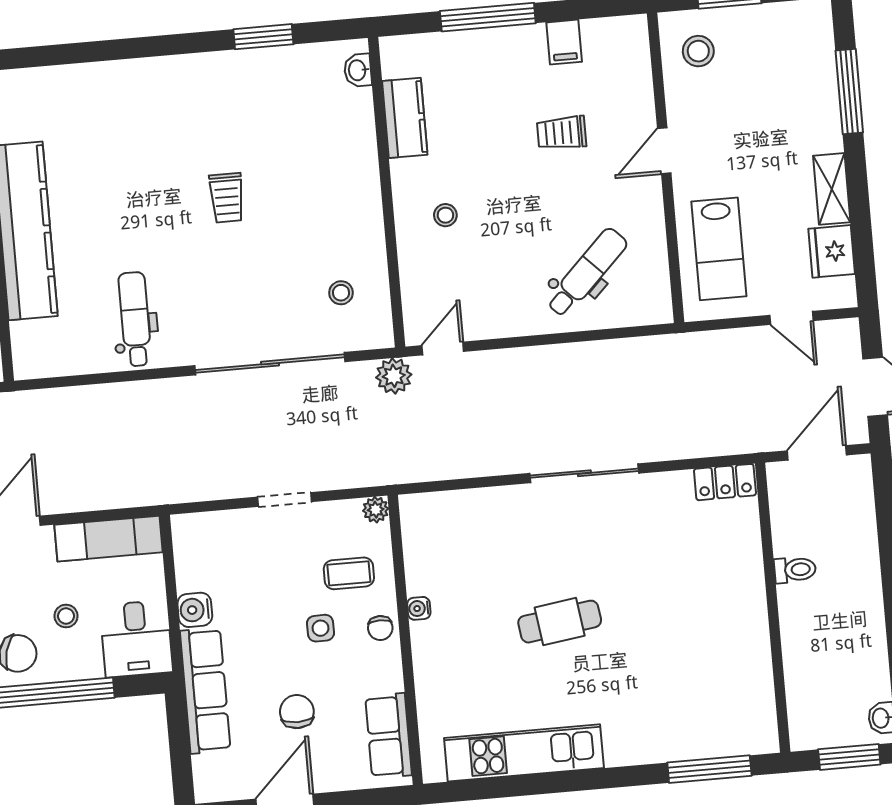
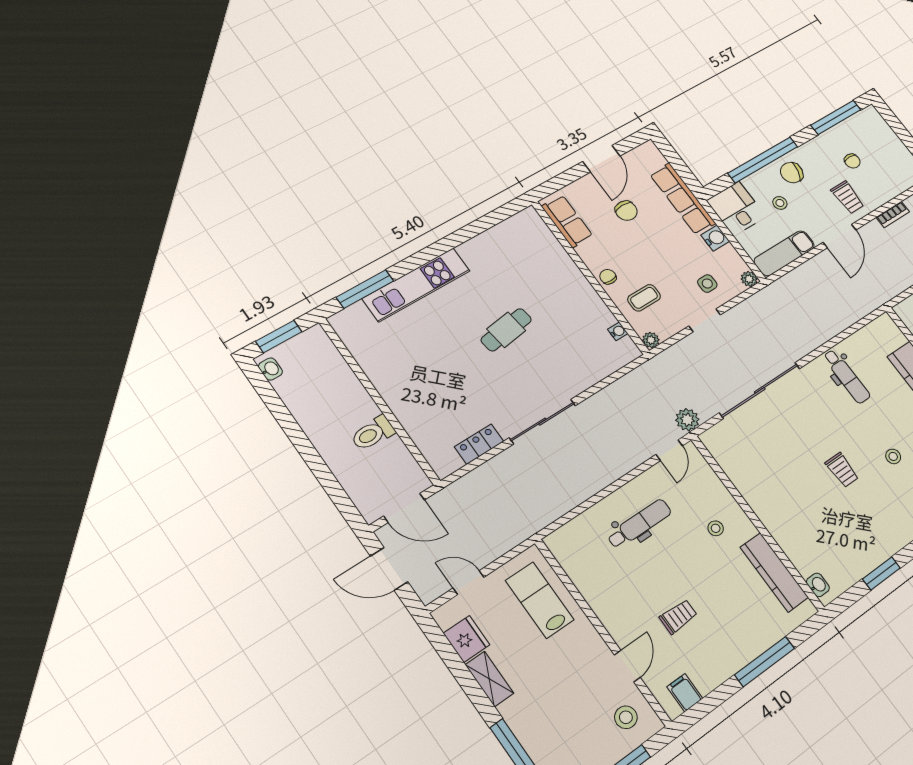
filing cabinet: (564, 42) -> (685, 693), moved
kitchen counter: (405, 118) -> (774, 572), width x1.50
door: (664, 151) -> (627, 666), moved
trolley: (227, 198) -> (842, 470), turned 180
dental chair: (587, 273) -> (639, 524), moved, turned -135
stool: (341, 293) -> (893, 456), moved
door: (817, 453) -> (404, 508), hinge flipped
locker: (725, 482) -> (479, 444), moved
plant: (184, 527) -> (749, 279), added
toilet: (795, 570) -> (373, 433), width x1.37, depth x1.39
water cooler: (419, 608) -> (618, 331), moved
side table: (320, 628) -> (707, 284), moved
kitchen unit: (524, 753) -> (416, 285), moved

